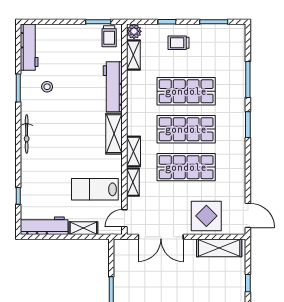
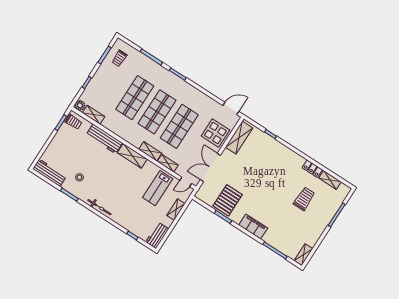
trolley: (179, 43) -> (119, 58), moved
door: (124, 218) -> (186, 182), hinge flipped
workbench: (44, 226) -> (157, 235), width x0.73
double door: (161, 237) -> (210, 167), swing flipped
pallet: (135, 283) -> (228, 200), added

